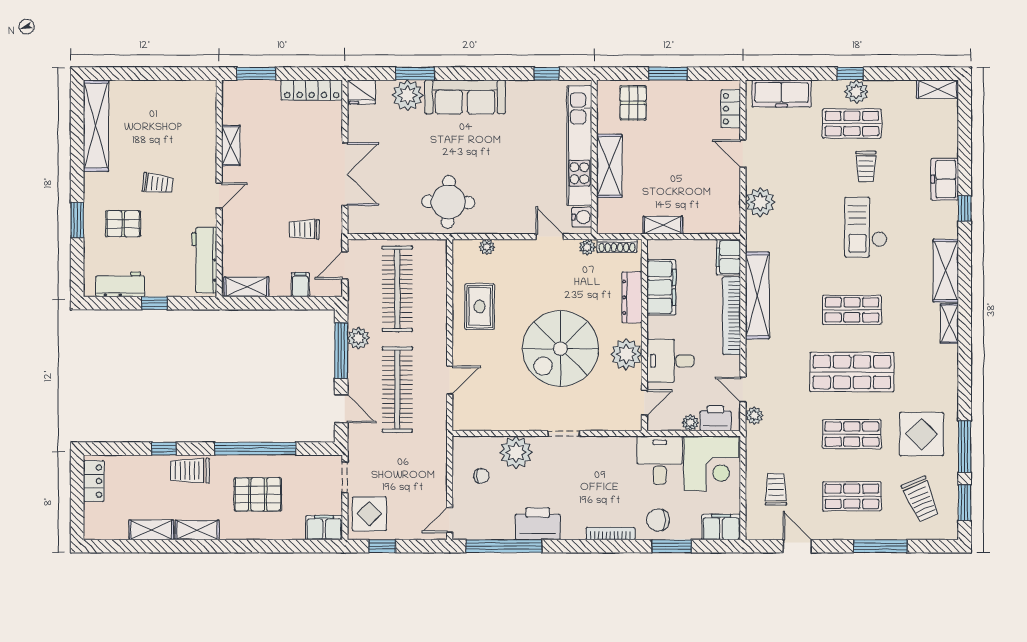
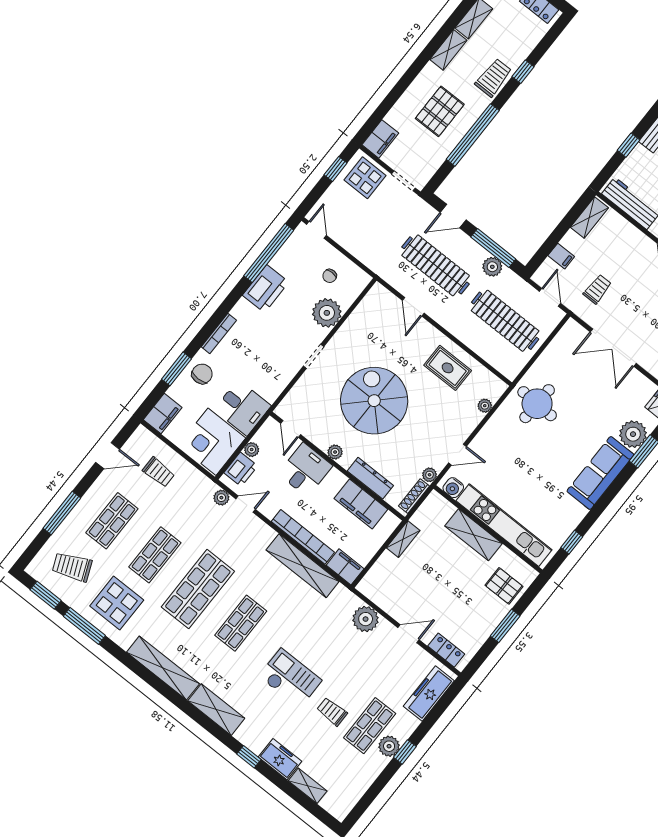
shelving: (938, 89) -> (308, 786), moved, turned 90
shelving: (949, 324) -> (163, 668), width x2.20, depth x1.33
plant: (626, 354) -> (335, 452), width x0.53, depth x0.53

